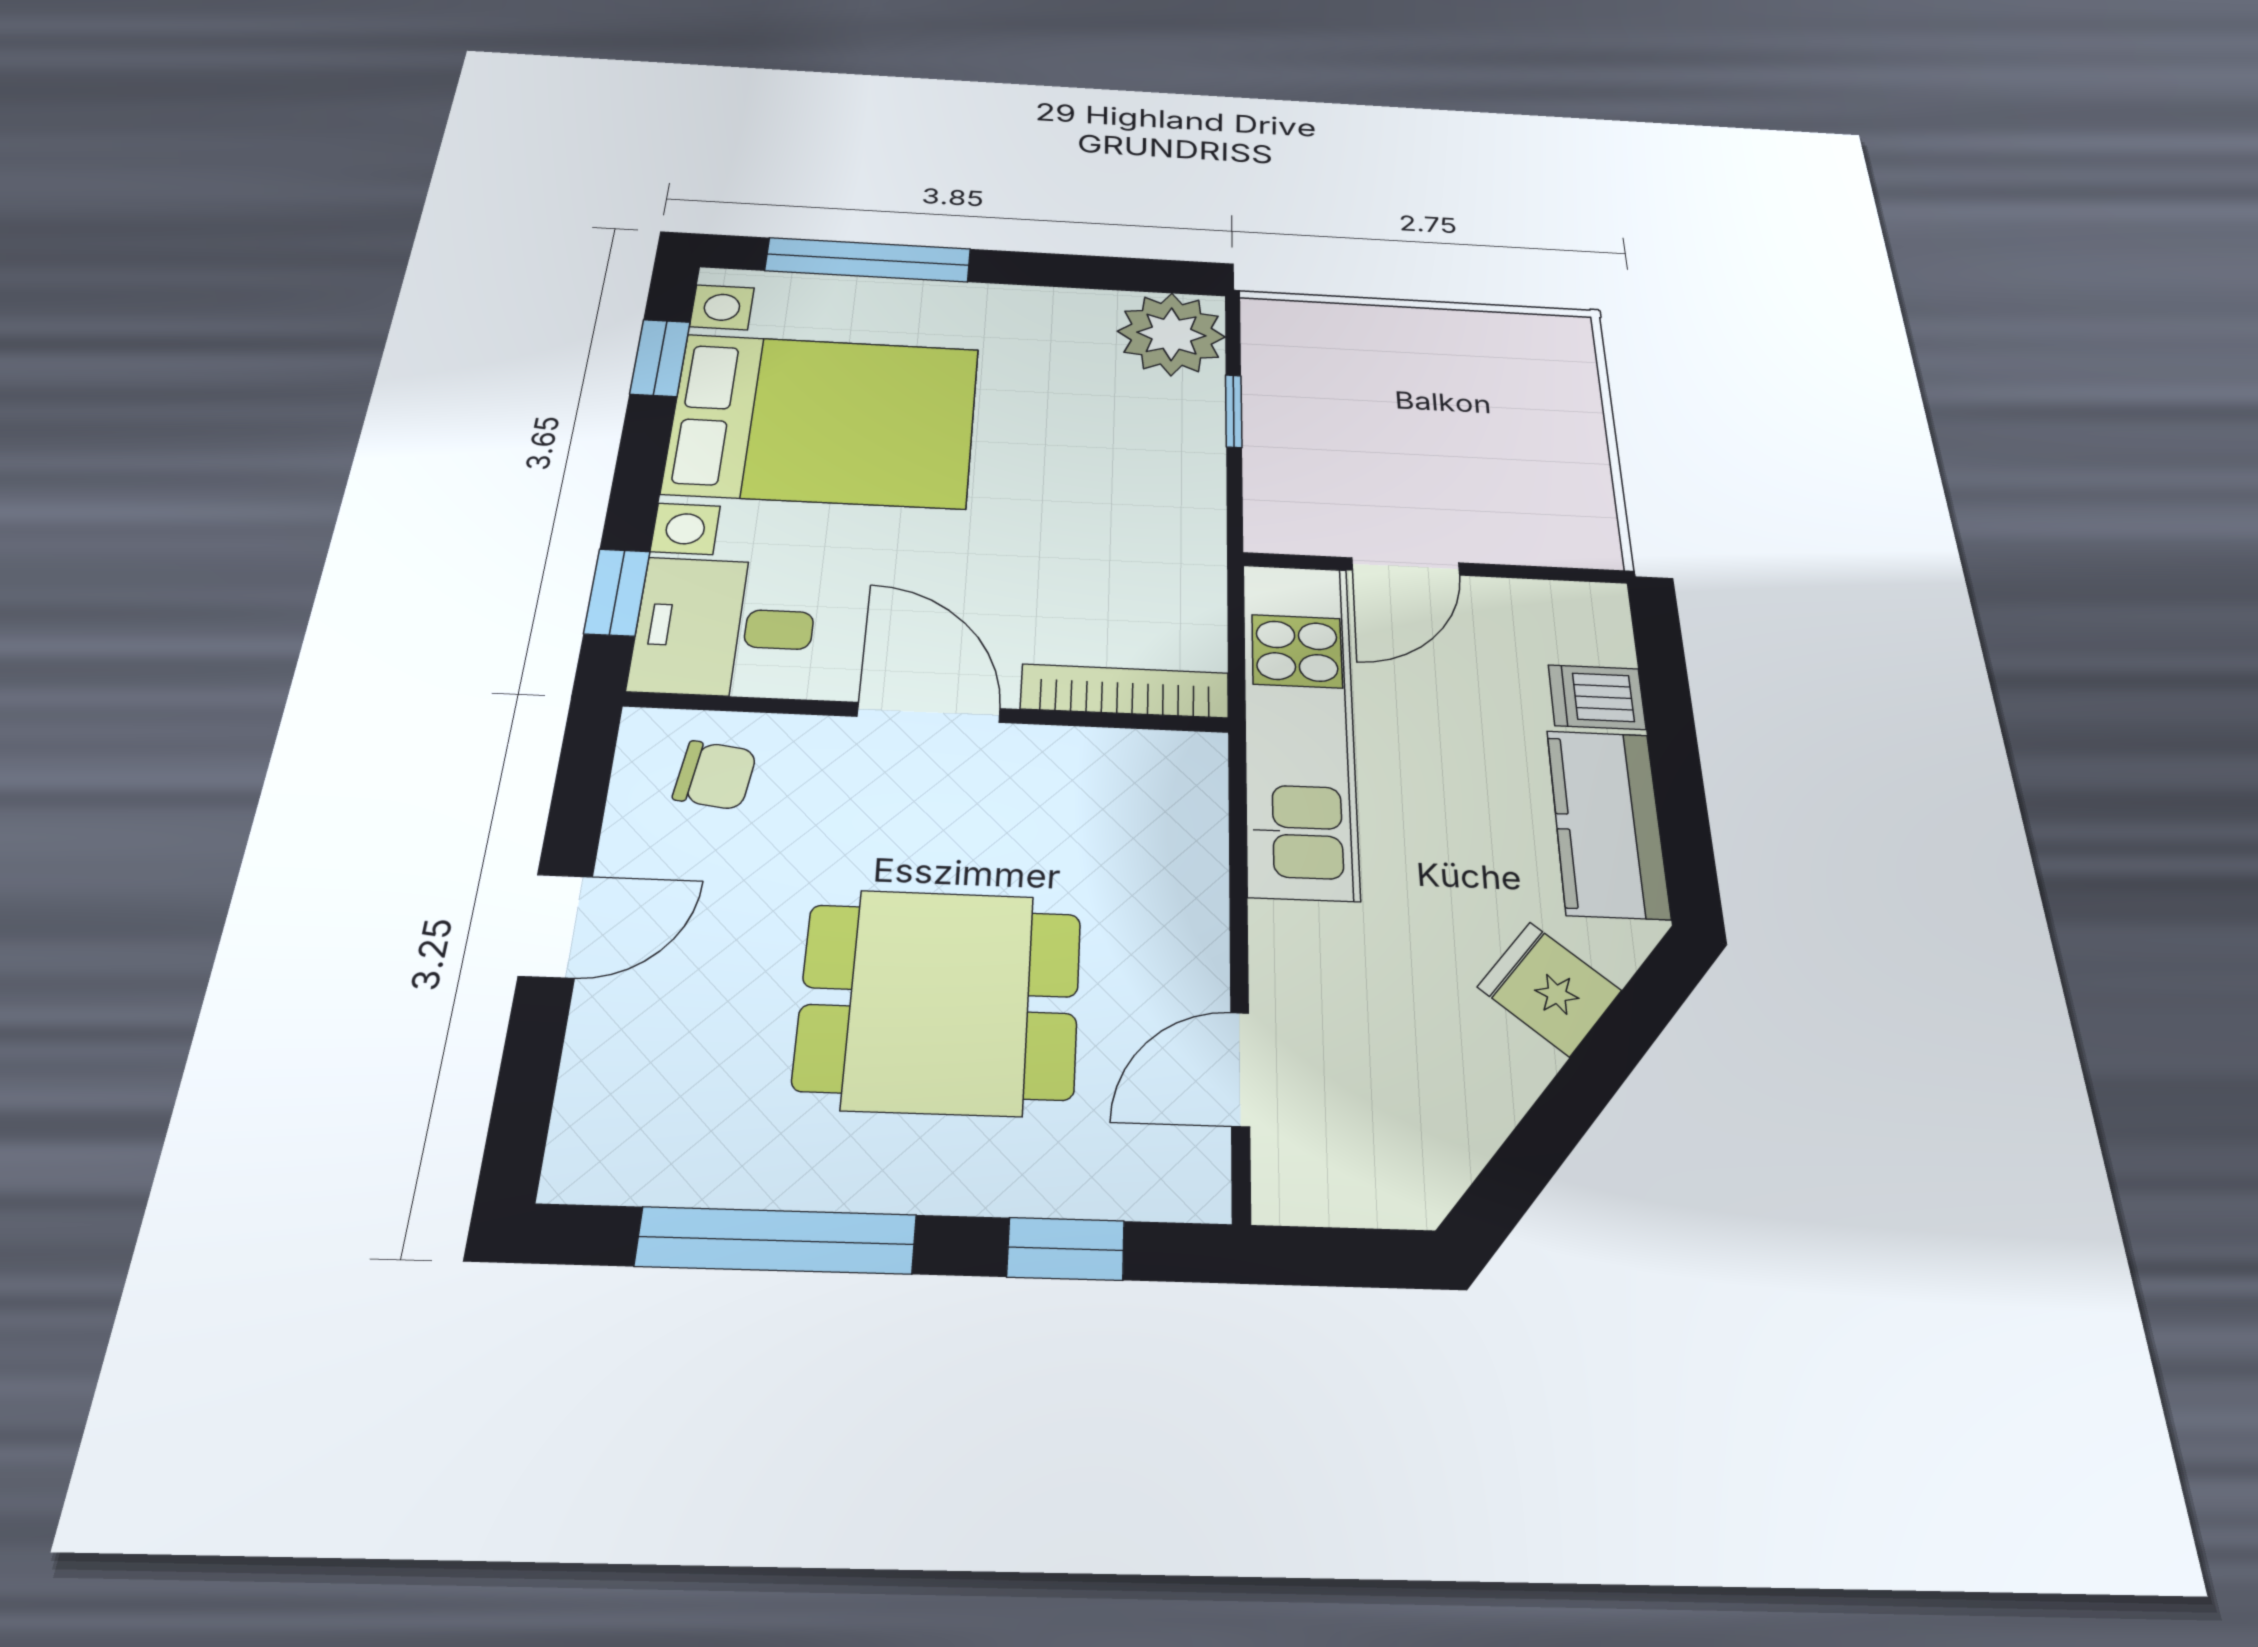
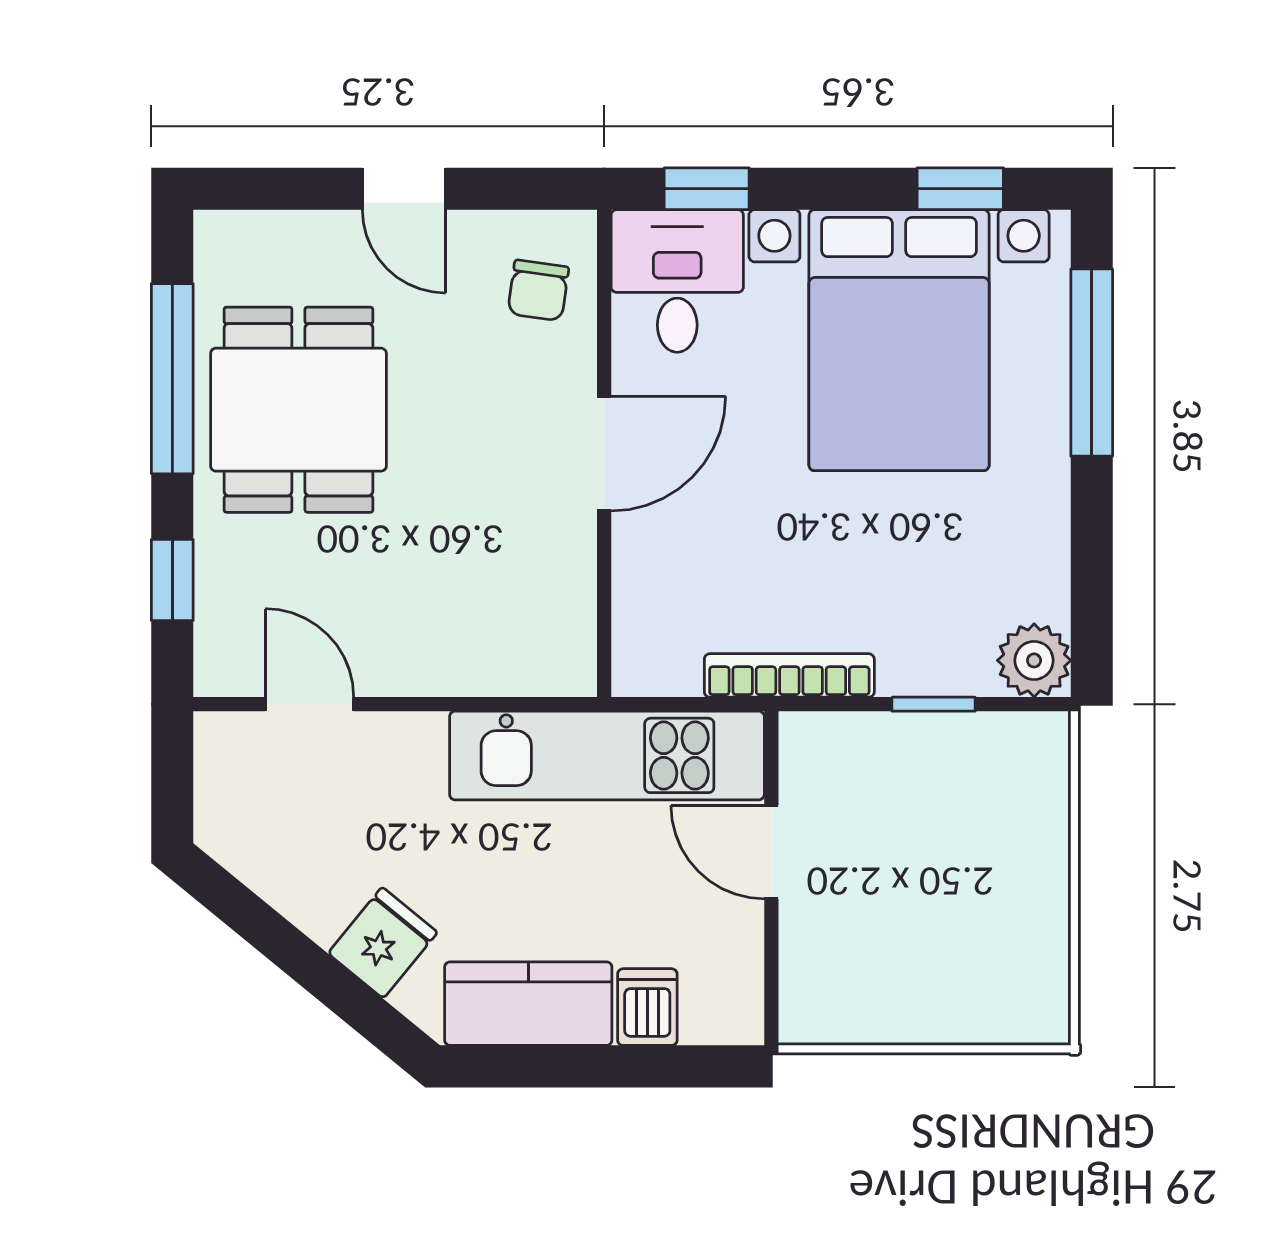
plant: (1171, 334) -> (1034, 660), width x0.73, depth x0.73
bookcase: (1125, 691) -> (789, 675), moved, turned -90
dining table: (939, 1001) -> (298, 410), moved

